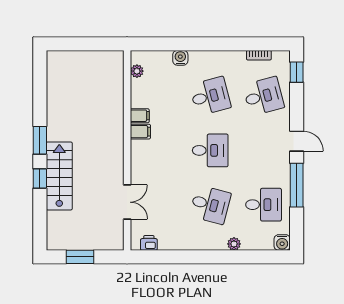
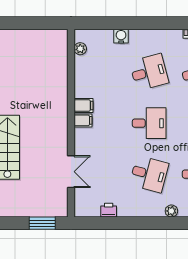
filing cabinet: (140, 116) -> (83, 120), moved
printer: (149, 243) -> (109, 210), moved
window: (80, 257) -> (42, 223), moved

